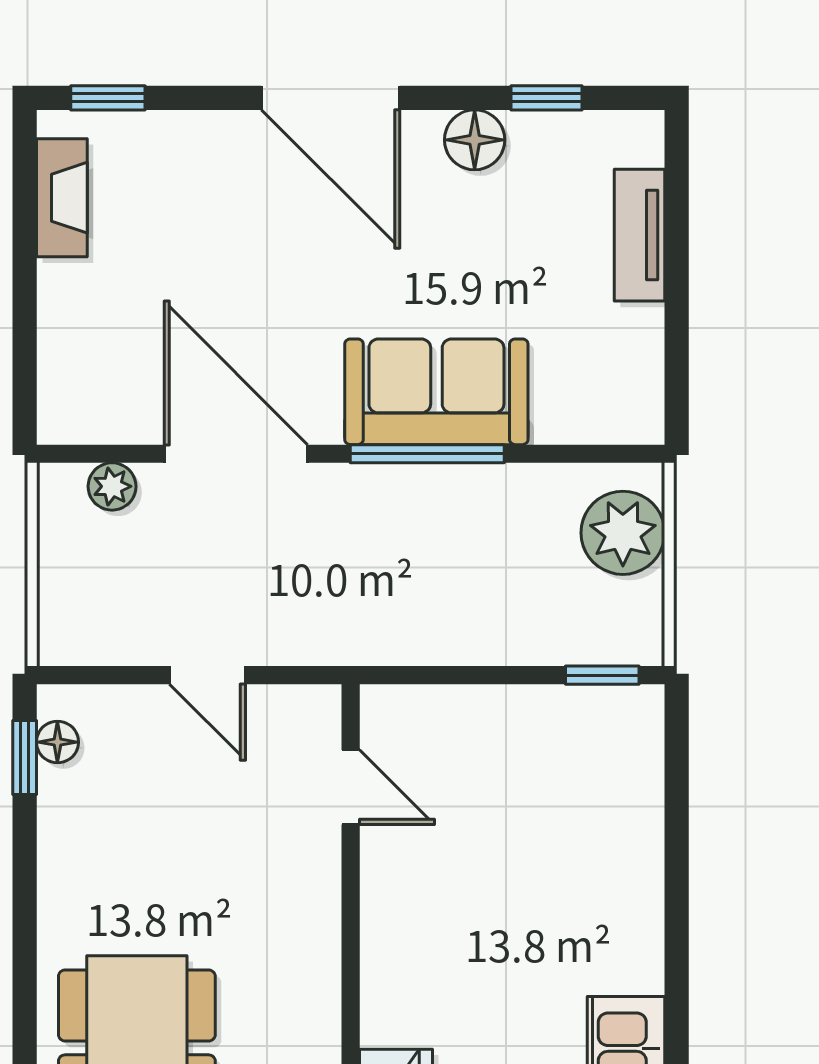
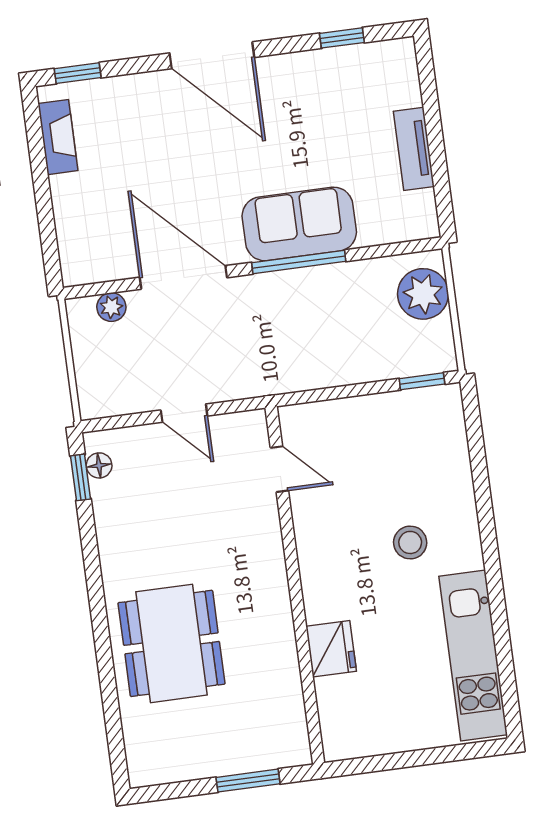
floor lamp: (475, 140) -> (302, 69), removed
tv unit: (639, 235) -> (414, 149), moved
stool: (548, 935) -> (410, 542), added

